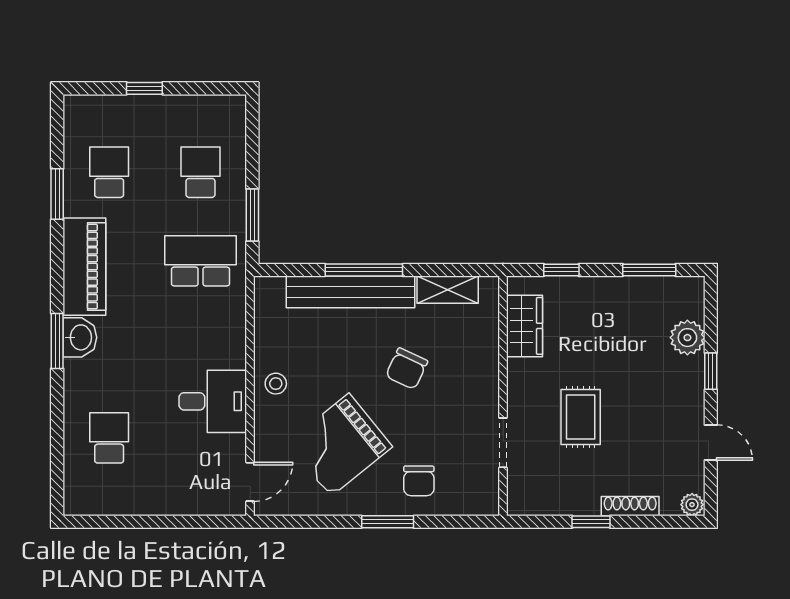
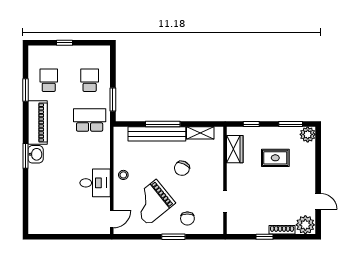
plant: (687, 338) -> (308, 134), moved
window: (711, 371) -> (318, 169), removed
rug: (581, 417) -> (275, 158), moved, turned 90
school desk: (109, 438) -> (49, 199), removed
plant: (692, 505) -> (305, 225), width x1.87, depth x1.87

